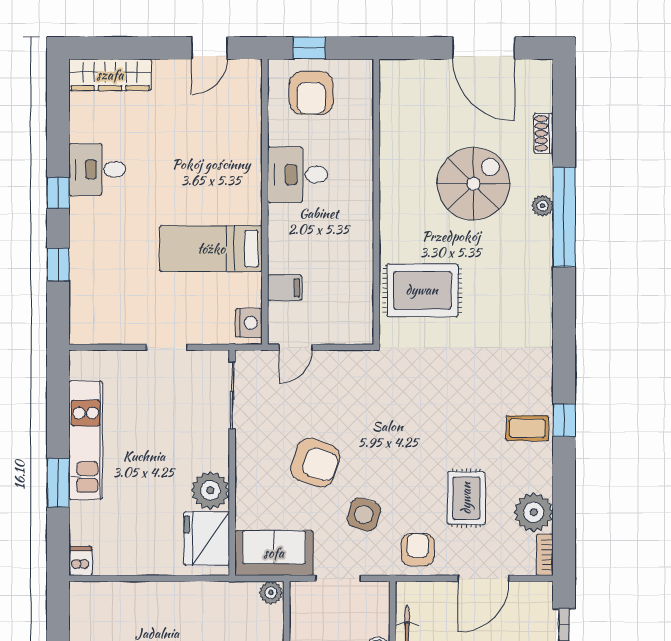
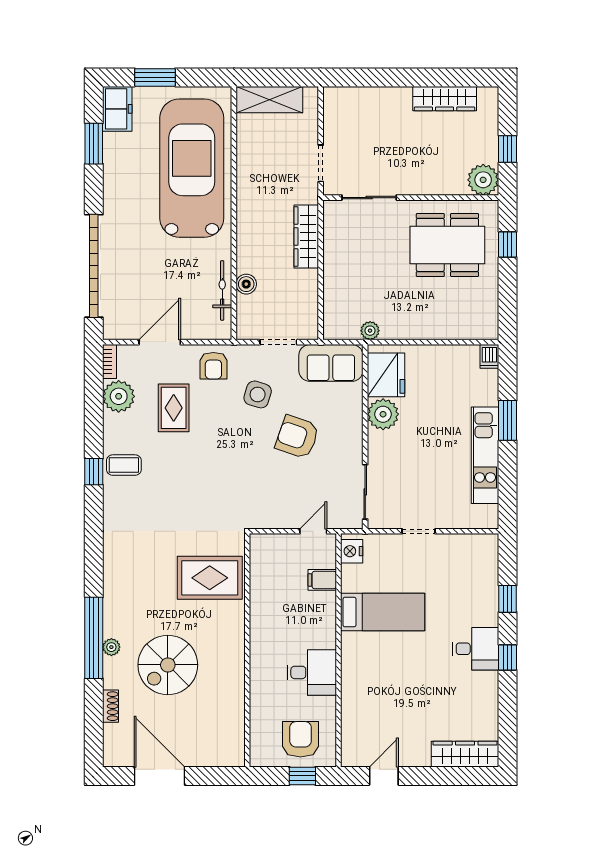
desk: (97, 169) -> (476, 649), moved
plant: (271, 593) -> (370, 331), moved

